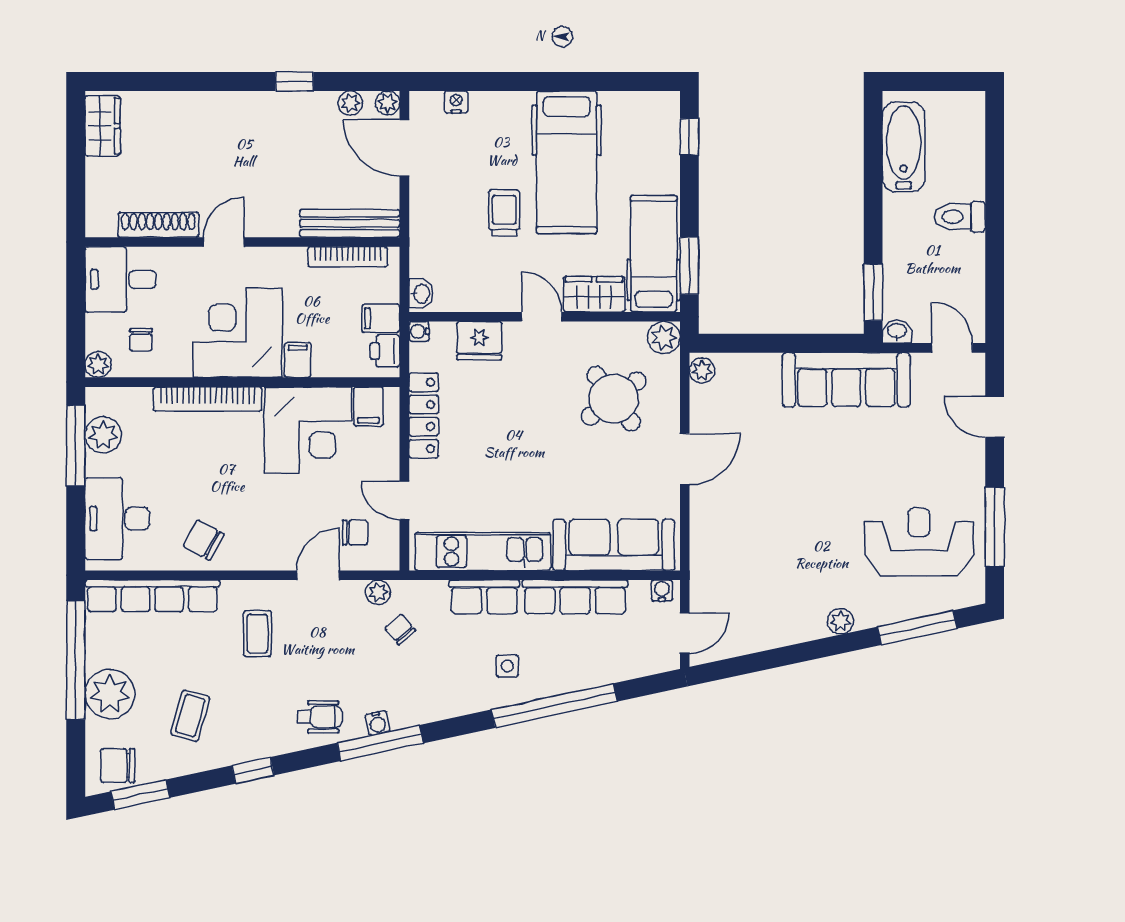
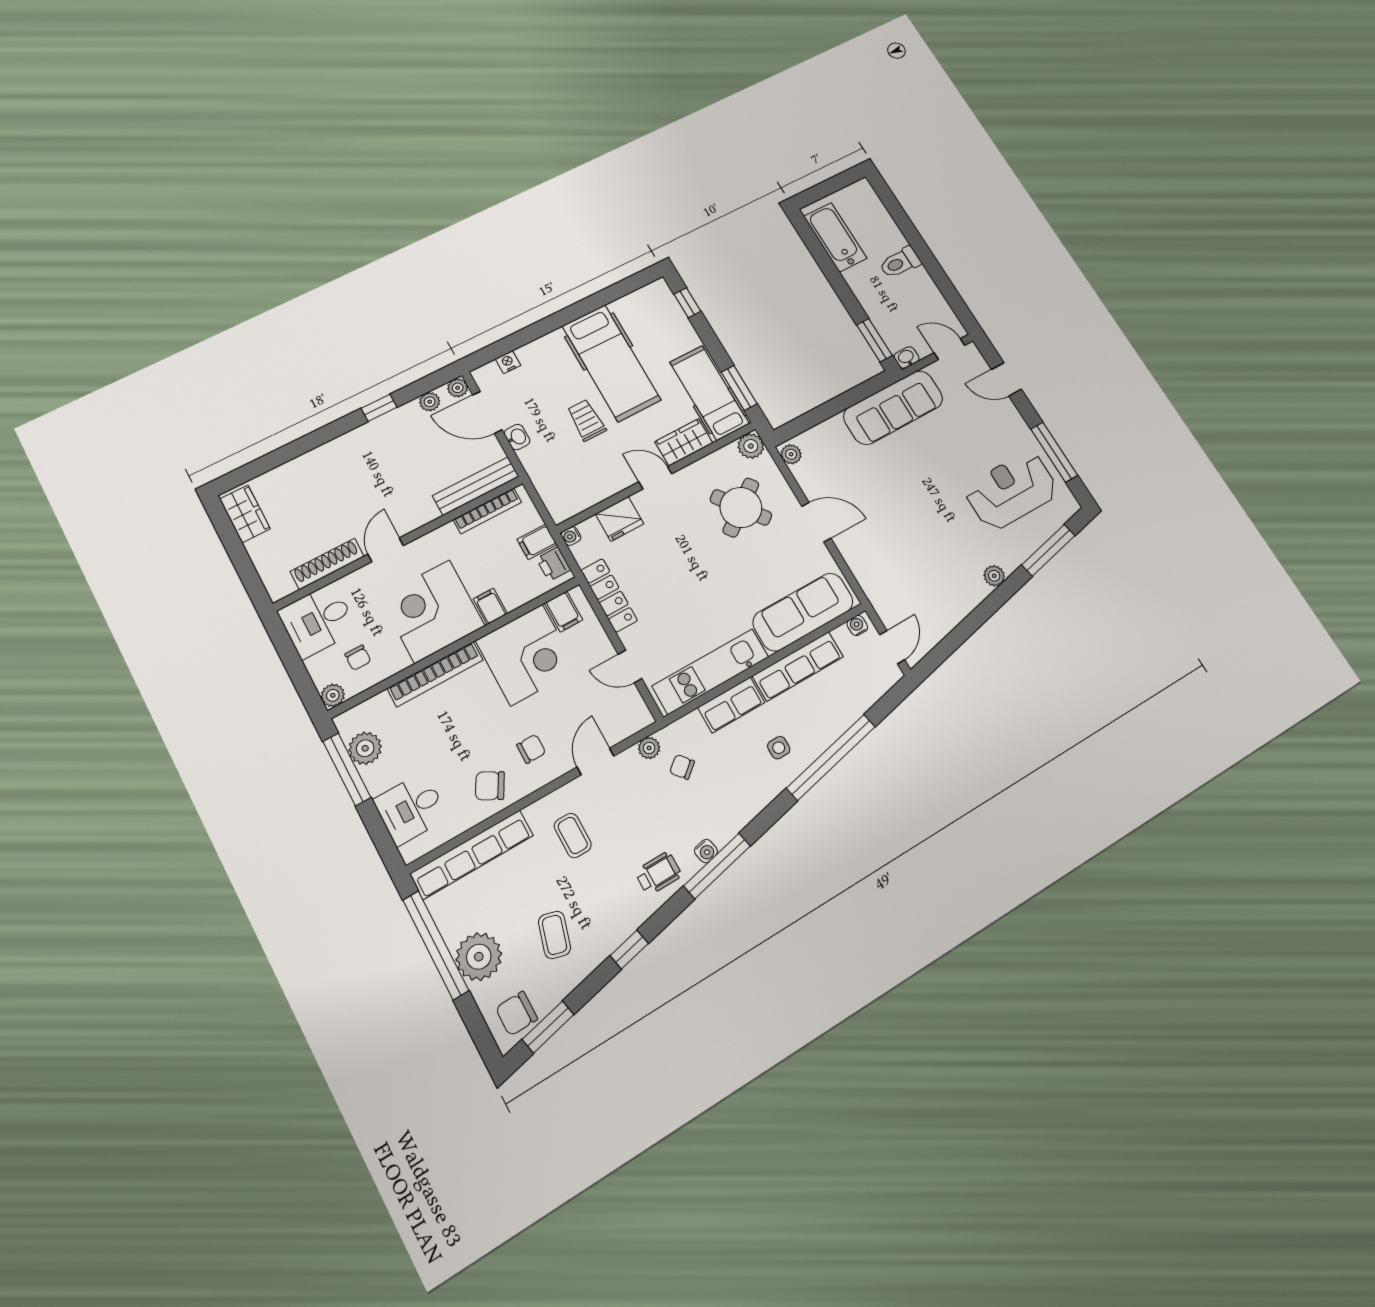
washbasin: (421, 294) -> (517, 437), moved
door: (685, 459) -> (816, 522), hinge flipped
desk: (117, 519) -> (411, 809), width x0.73
chair: (355, 533) -> (531, 749), moved

